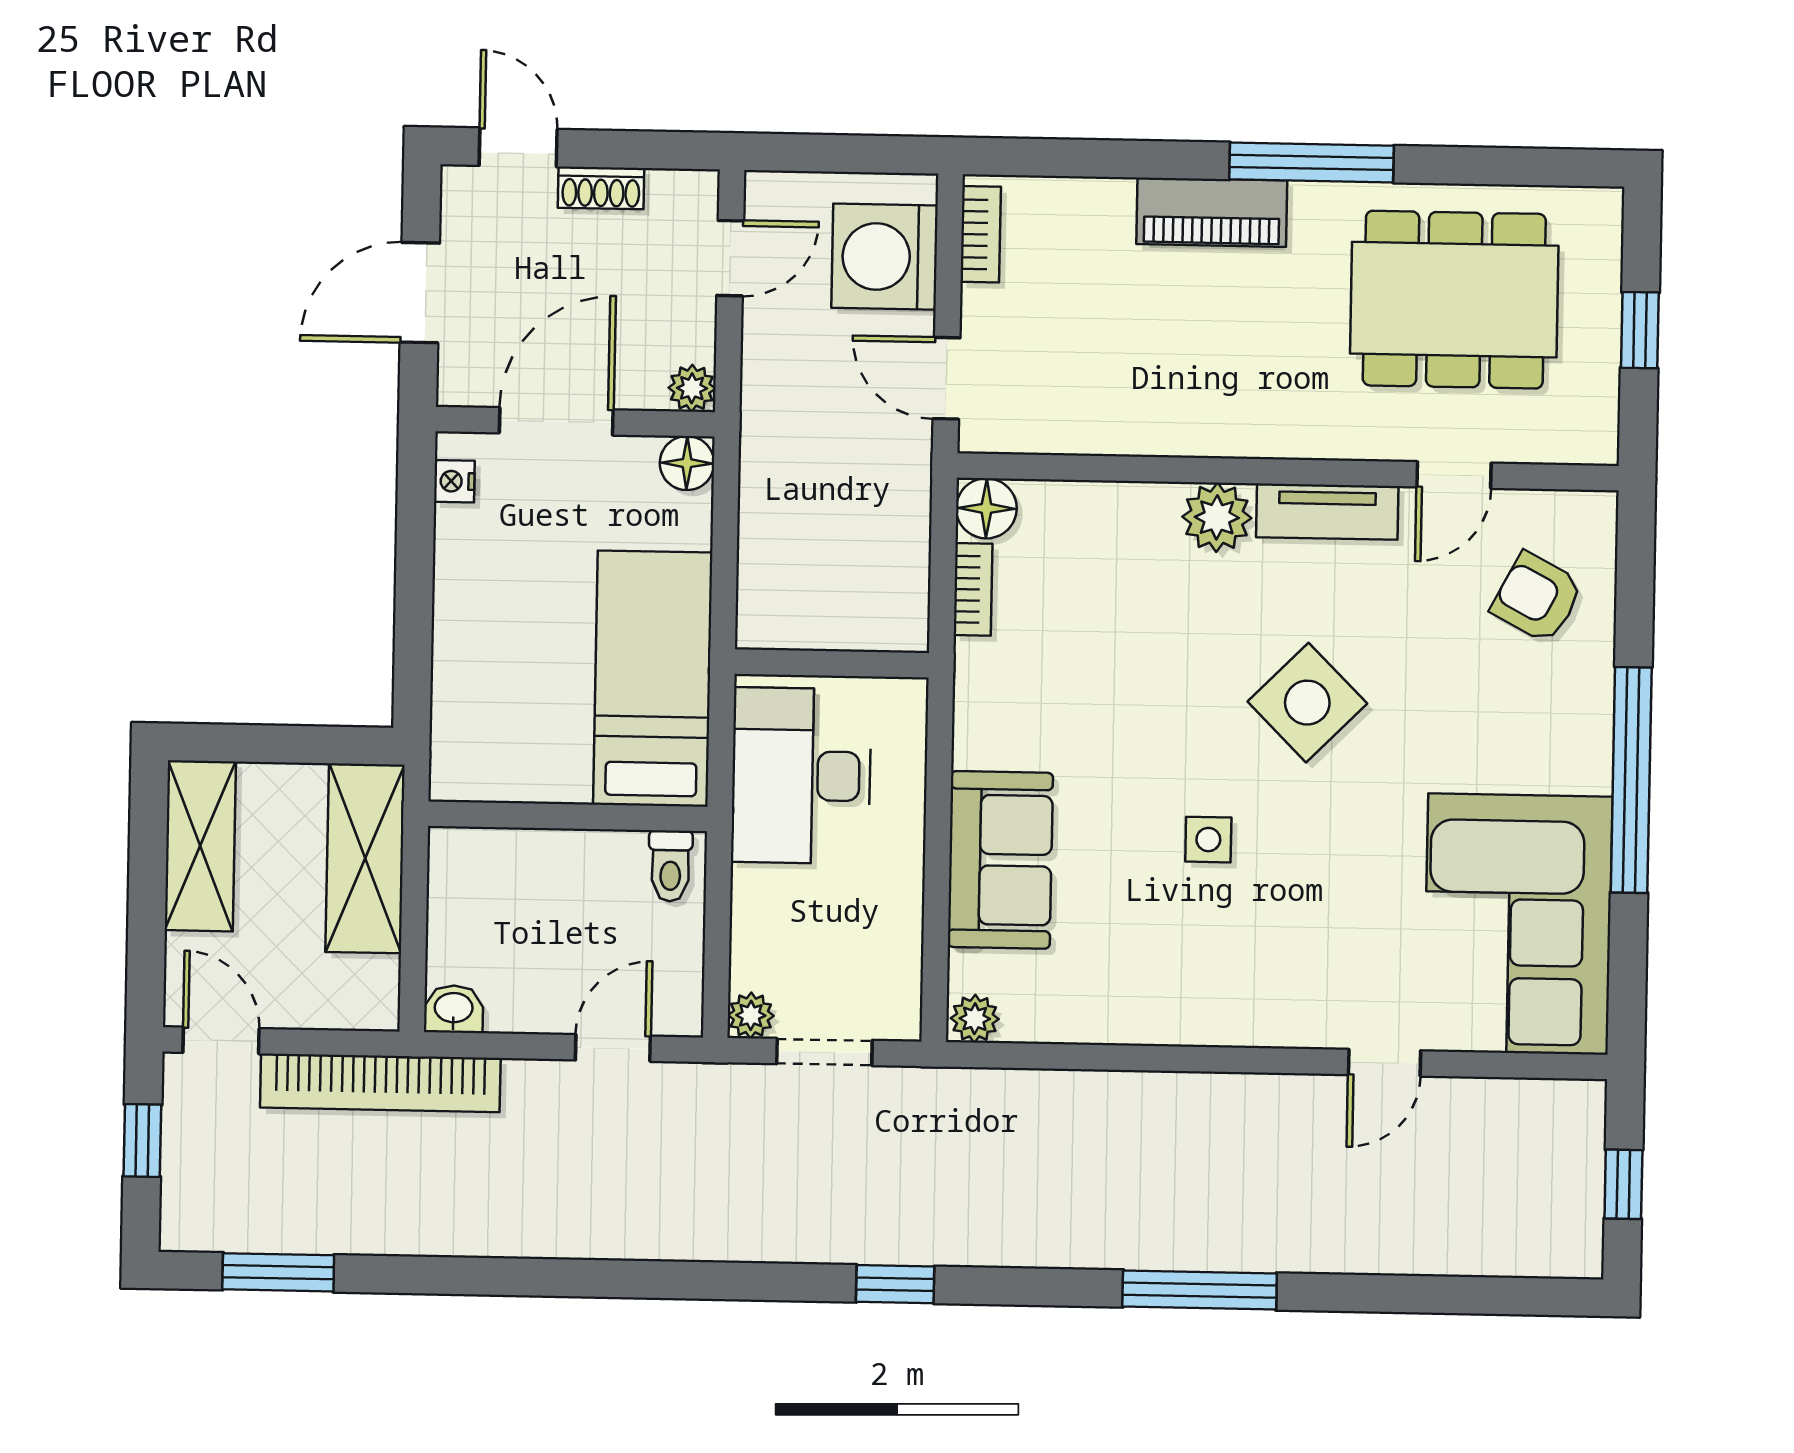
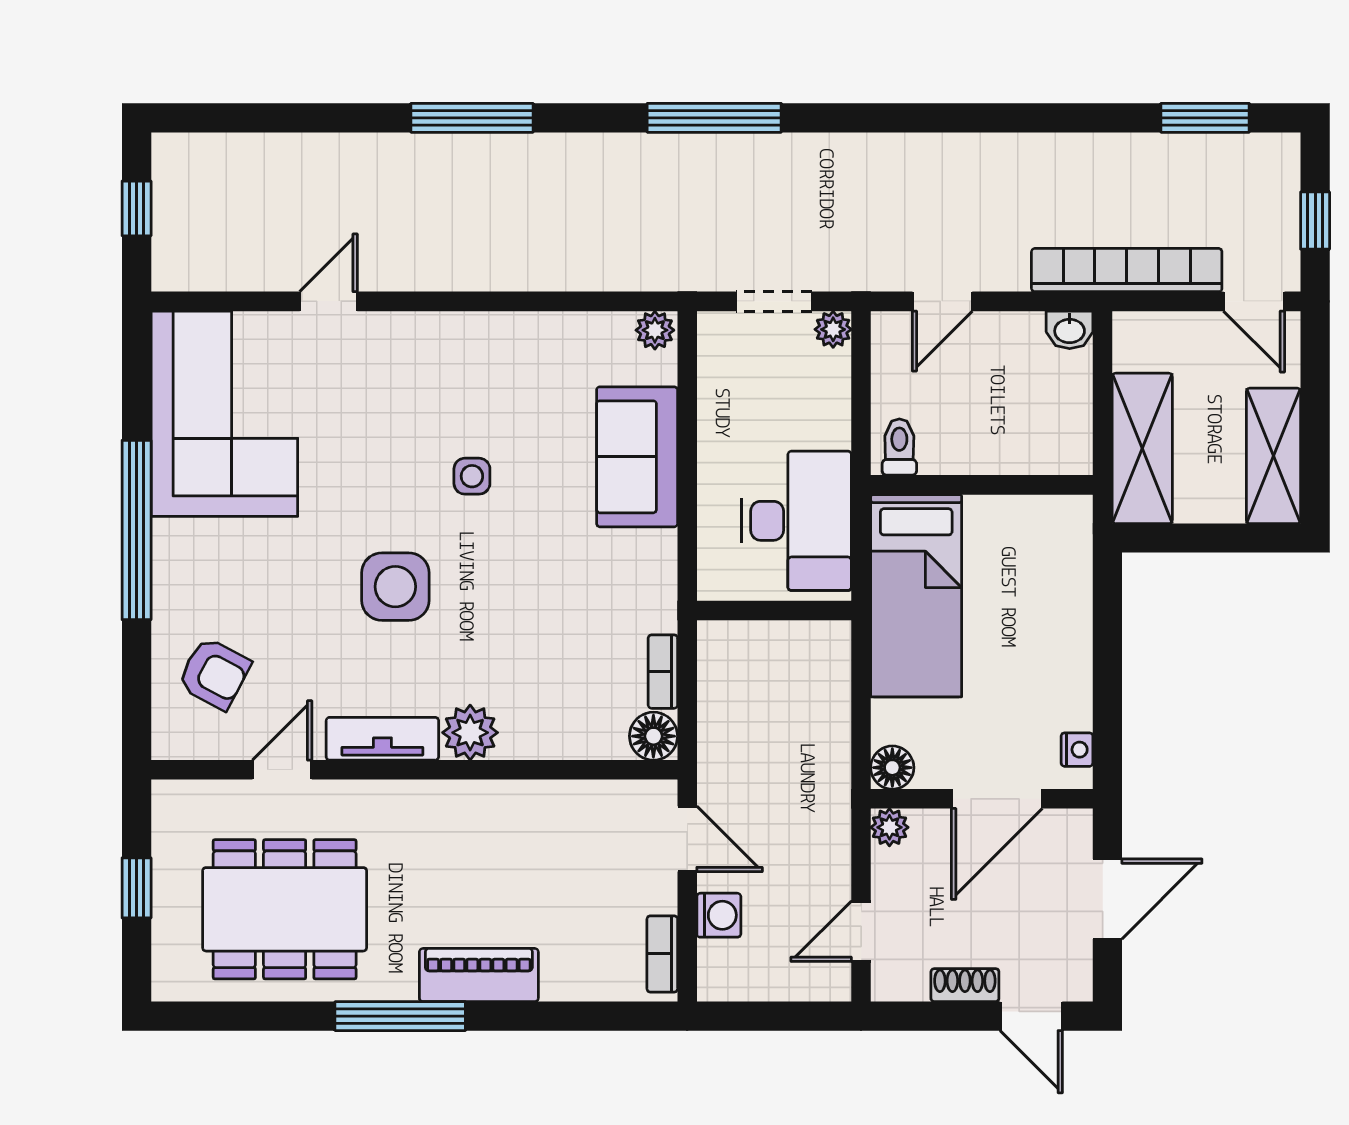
washing machine: (885, 257) -> (719, 915), width x0.53, depth x0.53
side table: (1307, 703) -> (395, 587), turned 45
window: (895, 1284) -> (714, 118), width x2.17

